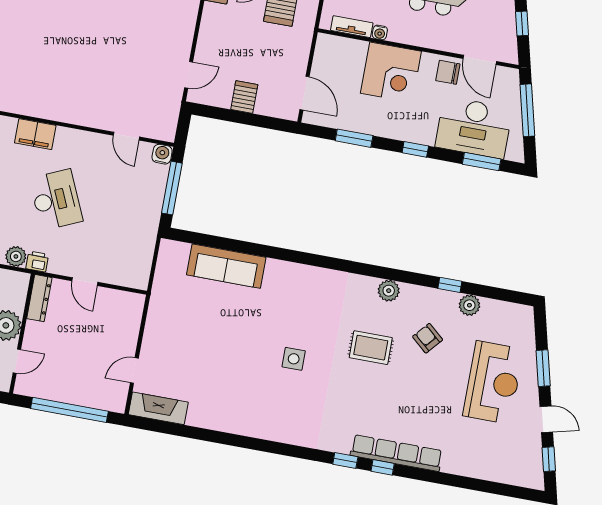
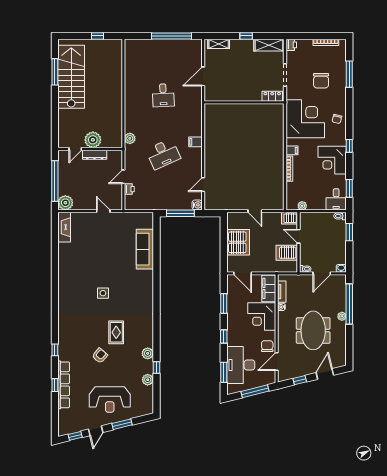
filing cabinet: (341, 50) -> (269, 288), added
door: (189, 75) -> (255, 211), moved
door: (304, 93) -> (243, 273), hinge flipped
server rack: (244, 97) -> (238, 242), width x2.18, depth x1.44
filing cabinet: (35, 134) -> (195, 142), width x0.50
printer: (37, 262) -> (129, 189), moved
plant: (389, 291) -> (148, 353), moved
dresser: (39, 298) -> (95, 155), moved
armchair: (428, 338) -> (100, 356), moved
door: (17, 361) -> (75, 149), hinge flipped
door: (134, 371) -> (103, 211), moved
plant: (113, 398) -> (65, 203), added
row of seats: (396, 453) -> (64, 385), moved
window: (345, 460) -> (55, 385), moved

